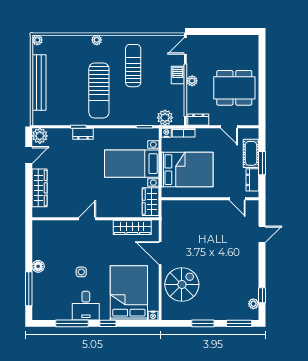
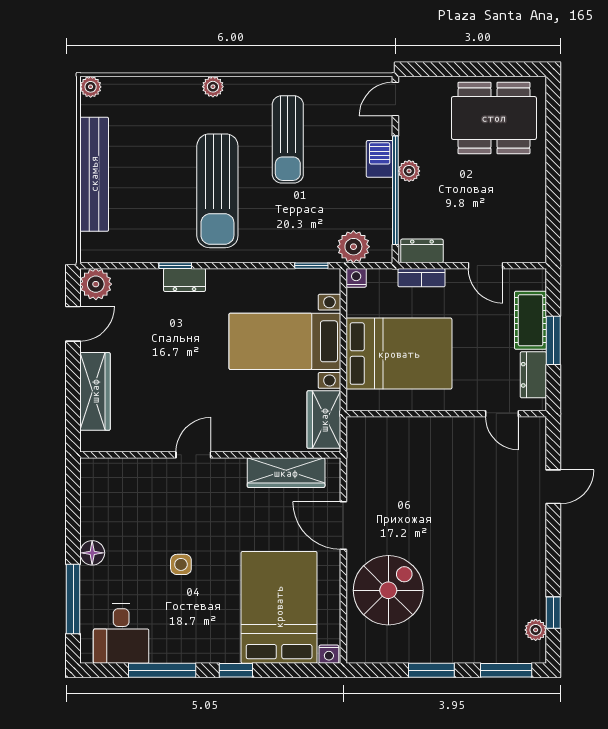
sun lounger: (133, 66) -> (288, 139), turned 180
dining table: (234, 88) -> (494, 118), moved
bookcase: (184, 133) -> (421, 278), moved
desk: (86, 306) -> (121, 634), moved

